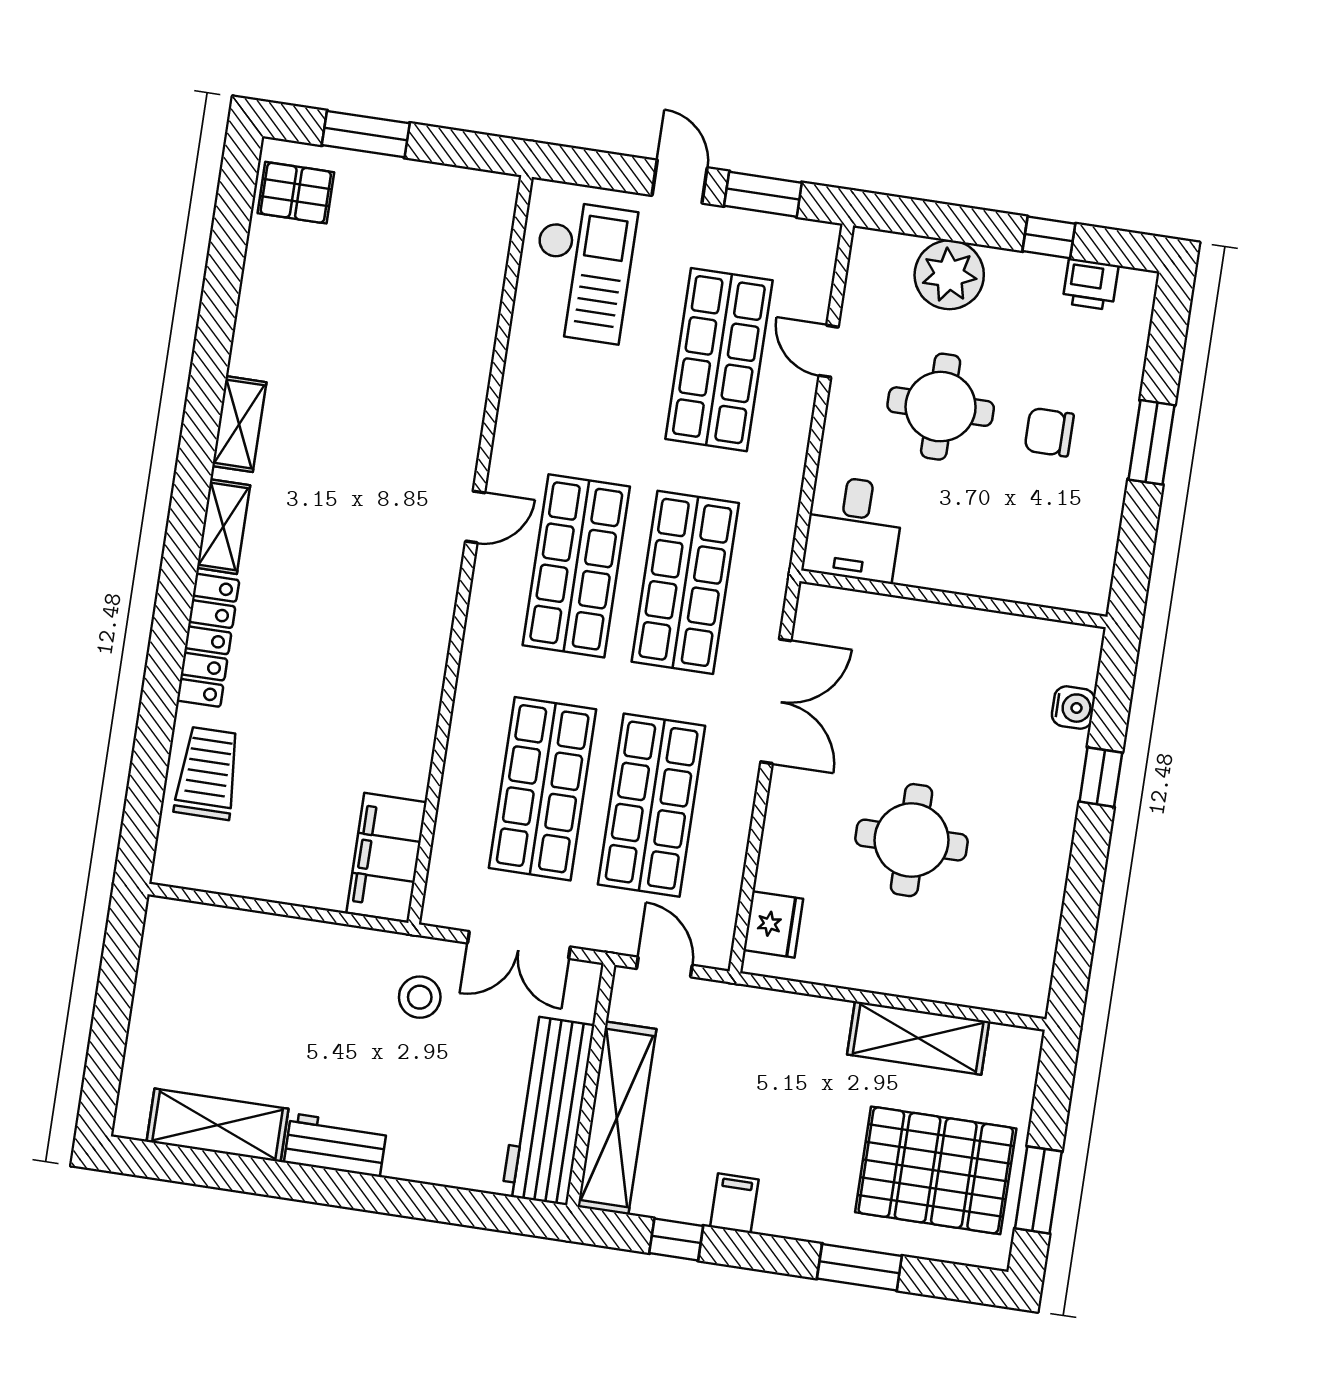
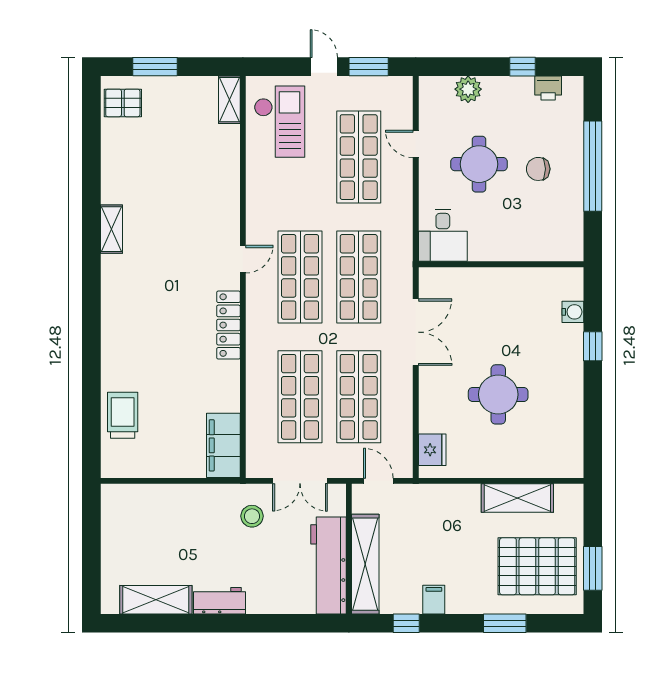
plant: (949, 275) -> (468, 89), width x0.73, depth x0.73
window: (1151, 442) -> (593, 166), width x2.11
shelving: (223, 527) -> (229, 100), moved
locker: (208, 640) -> (228, 325), moved, turned 180

